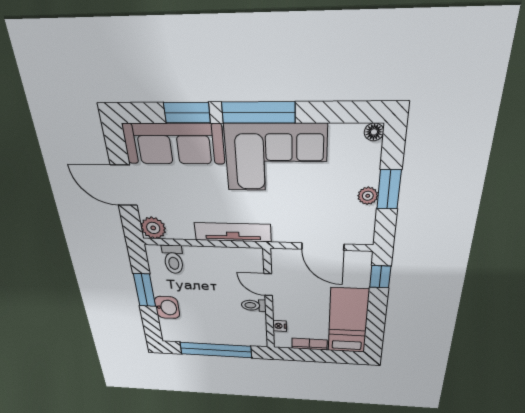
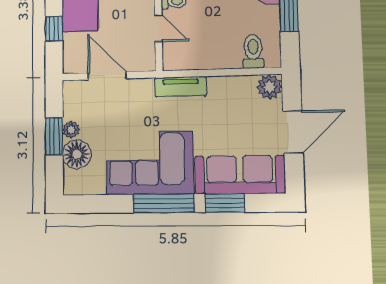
floor lamp: (374, 132) -> (77, 154), moved, width x1.89, depth x1.89
door: (124, 186) -> (293, 132), hinge flipped
tv unit: (233, 232) -> (181, 87), width x0.71
window: (380, 277) -> (54, 29), moved

